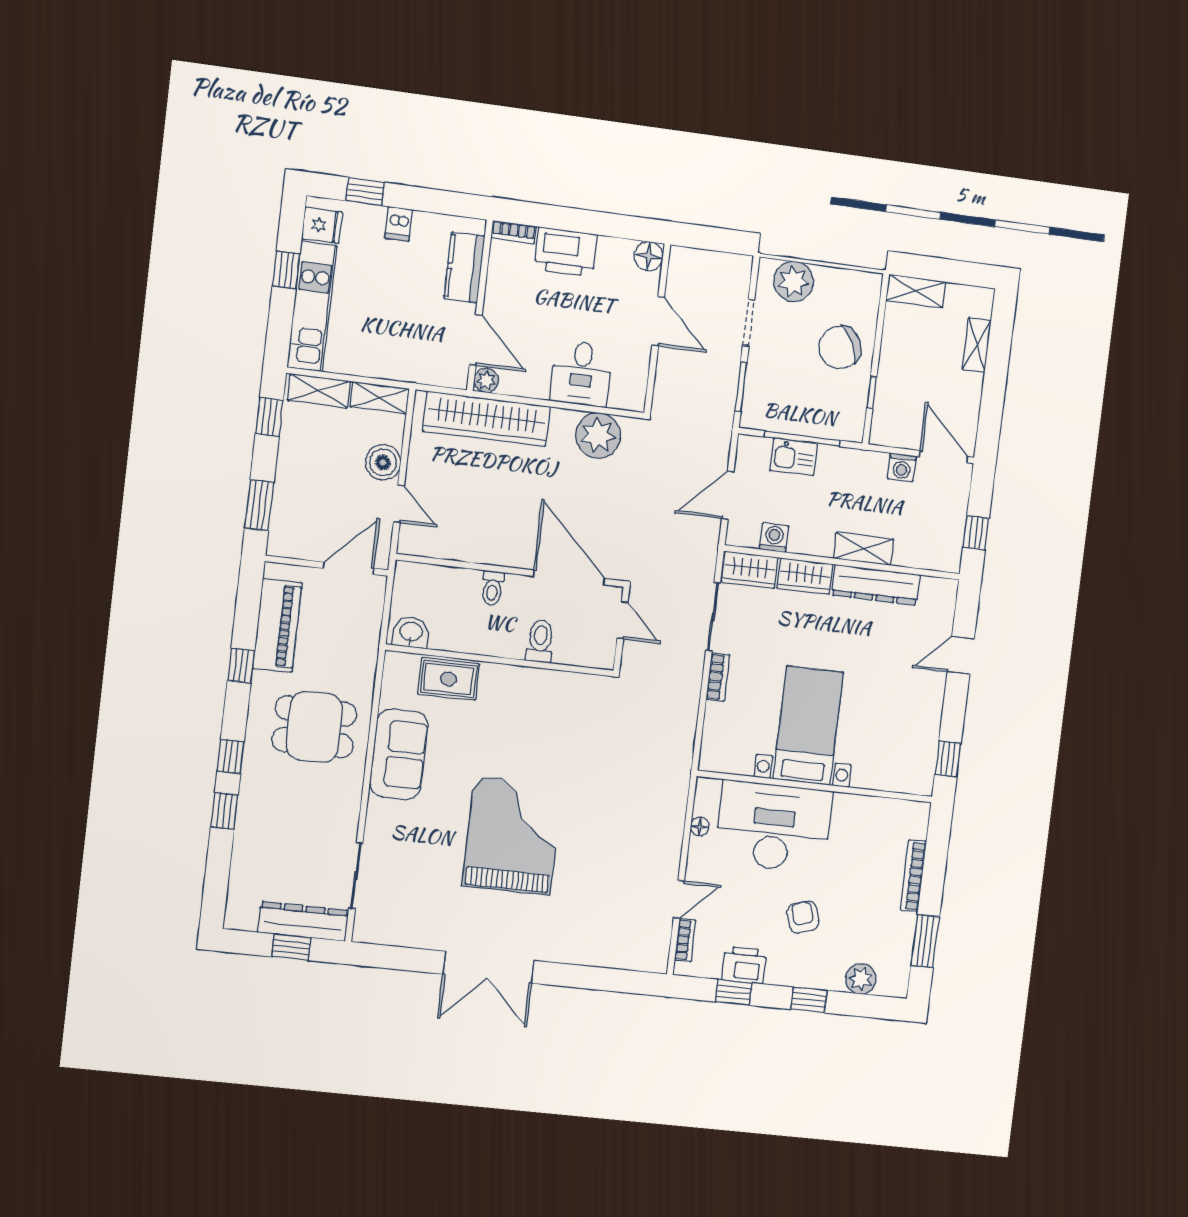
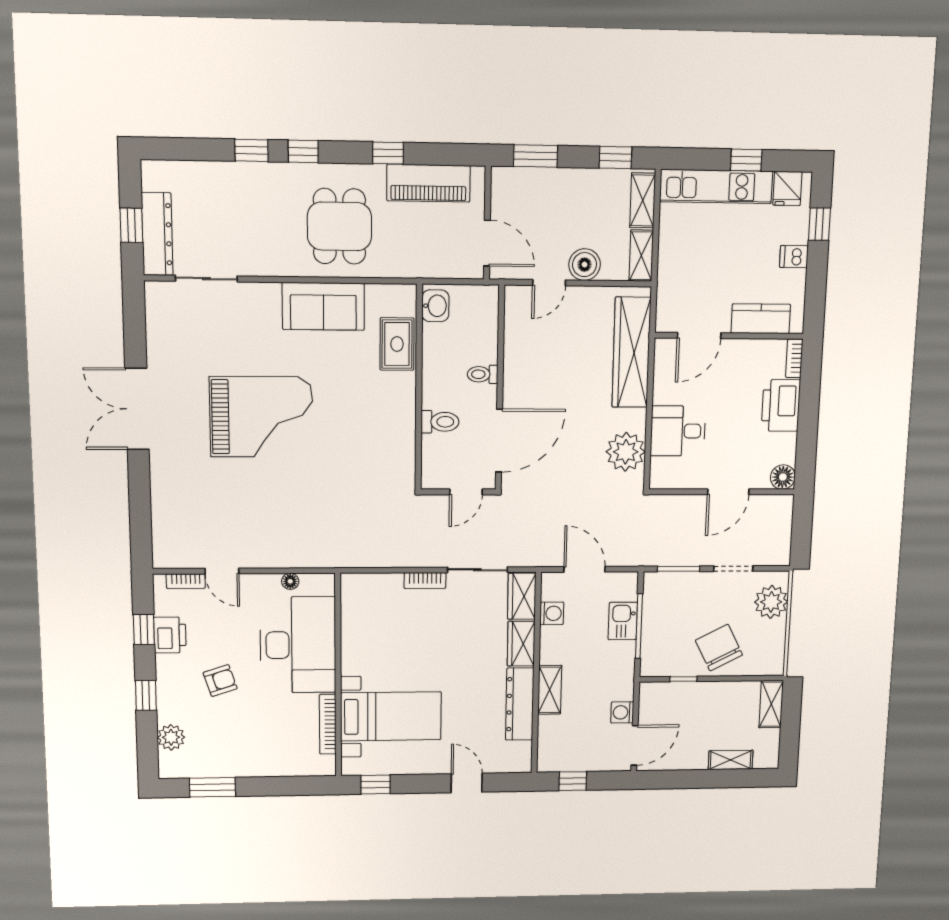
plant: (486, 380) -> (665, 349), removed
bed with nightstands: (808, 726) -> (391, 716), moved
bookcase: (913, 876) -> (328, 724), moved, turned -90

